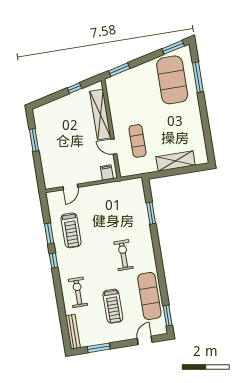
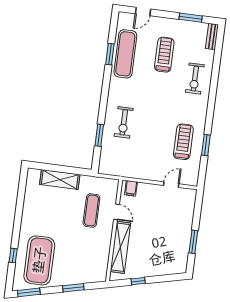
window: (119, 70) -> (73, 288), moved
window: (198, 77) -> (13, 256), width x0.46
exercise bike: (123, 255) -> (124, 122), moved
window: (54, 261) -> (210, 117), removed
window: (168, 315) -> (110, 54), moved
bench: (73, 332) -> (212, 36), width x0.73

